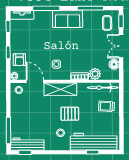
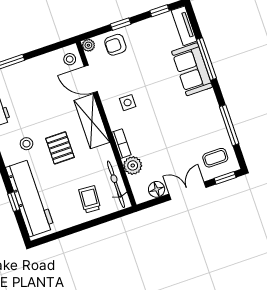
sofa: (68, 19) -> (192, 69), moved
door: (35, 81) -> (91, 79), swing flipped

